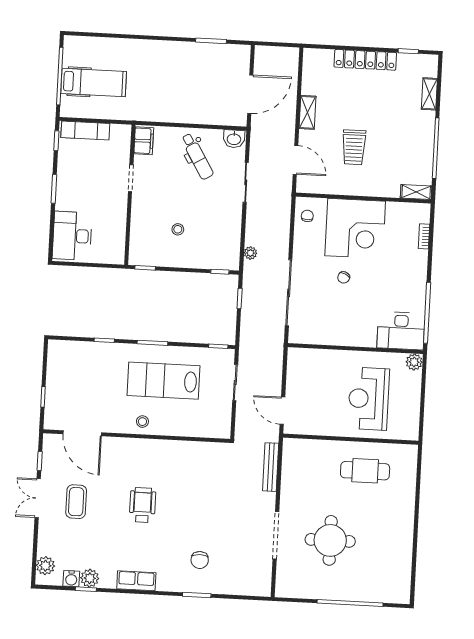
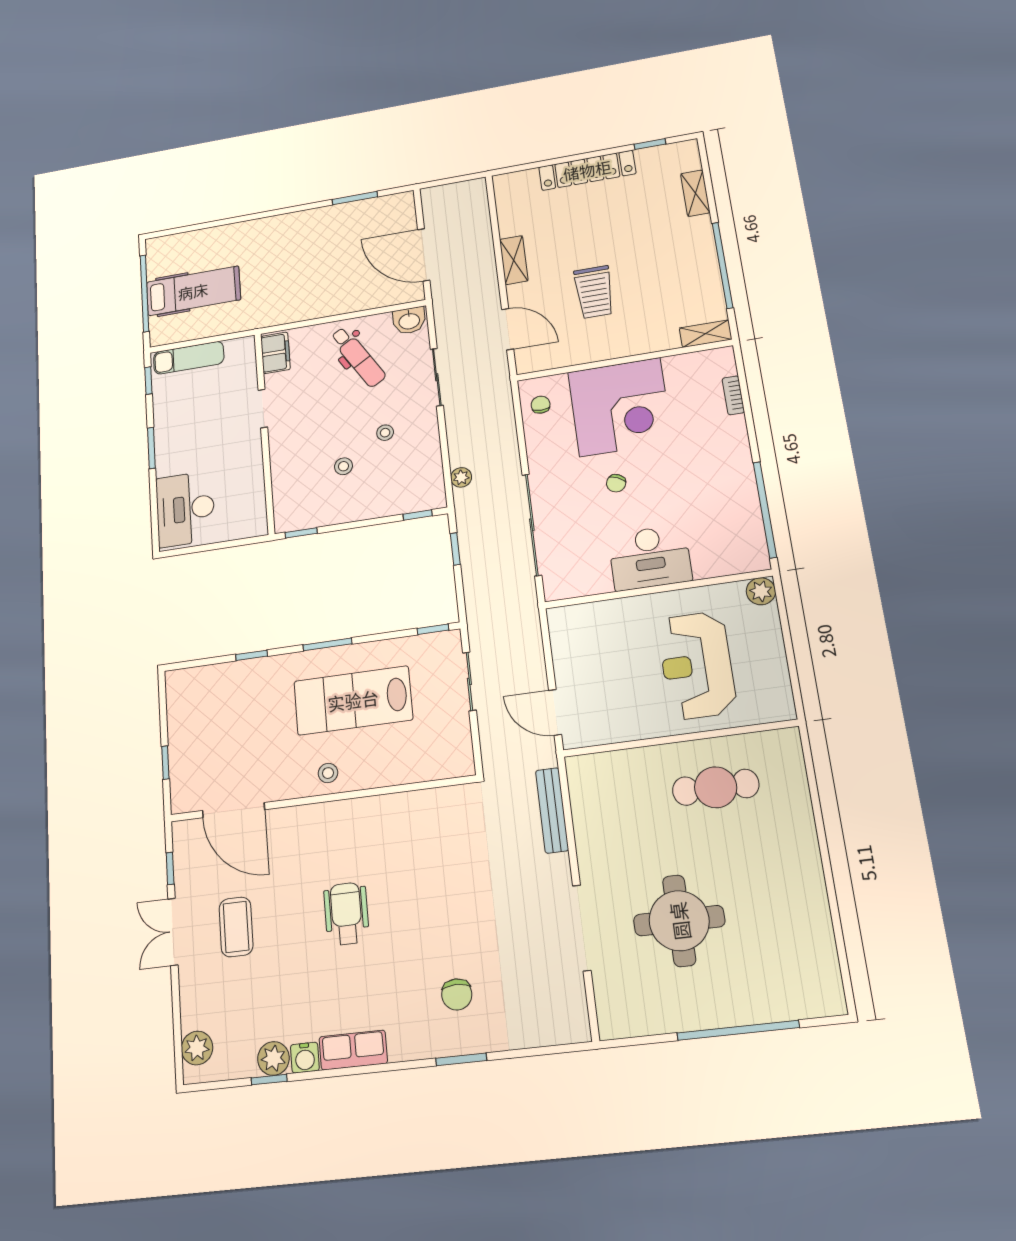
door: (250, 94) -> (424, 255), swing flipped
stool: (207, 213) -> (385, 433), added
desk: (401, 331) -> (650, 558), moved
water cooler: (71, 579) -> (305, 1058), moved

